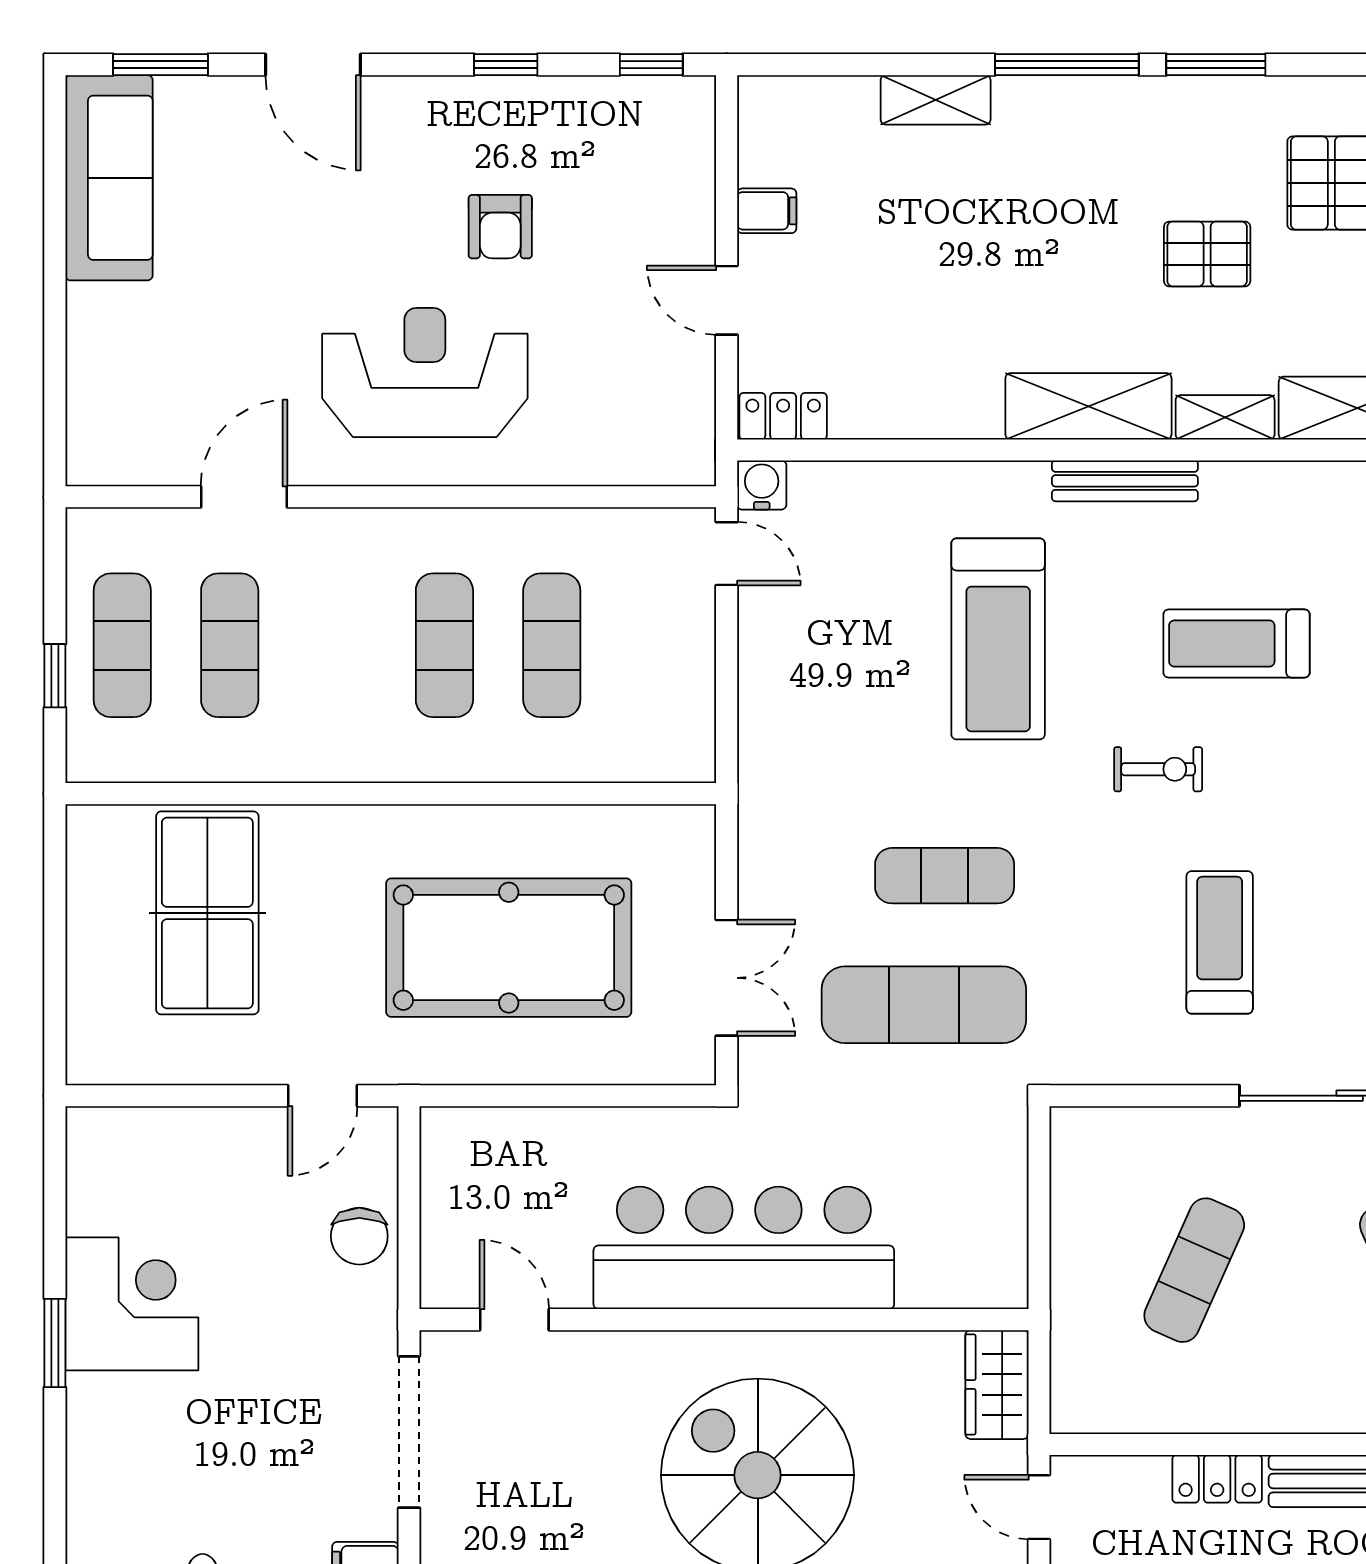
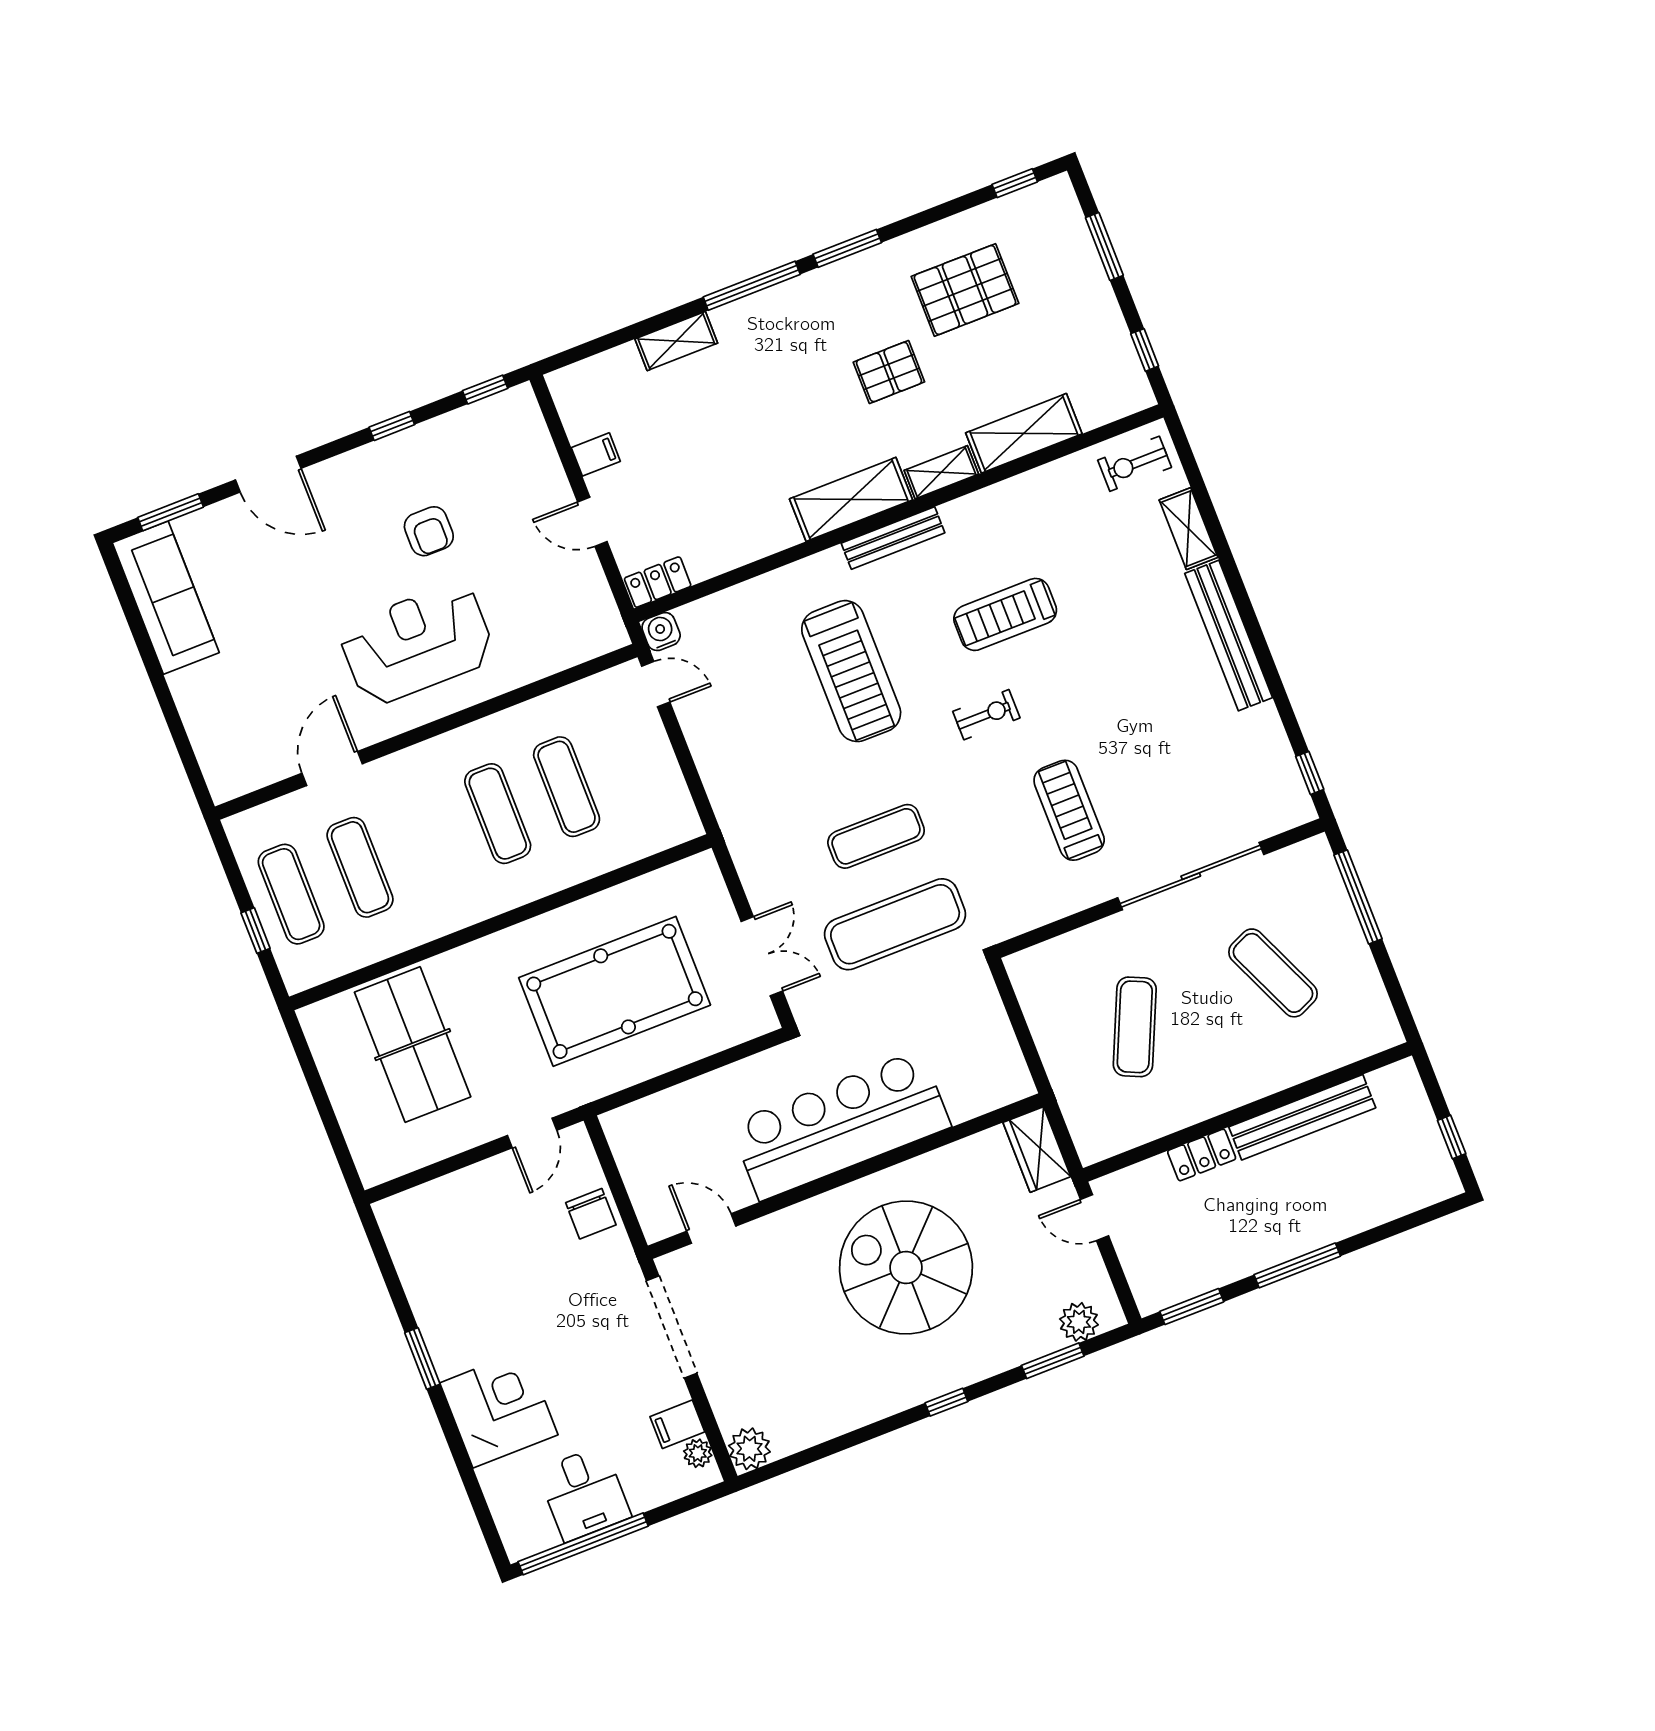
corner desk: (132, 1304) -> (499, 1409), moved

